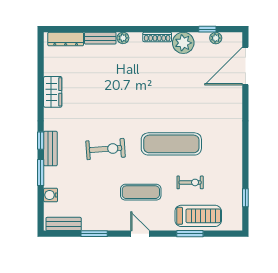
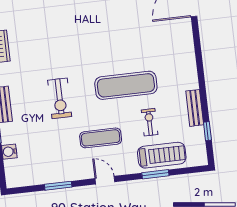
exercise bike: (106, 149) -> (60, 98), turned 94
exercise bike: (190, 182) -> (150, 122), turned -90
bench: (64, 224) -> (195, 108), moved, turned 90

